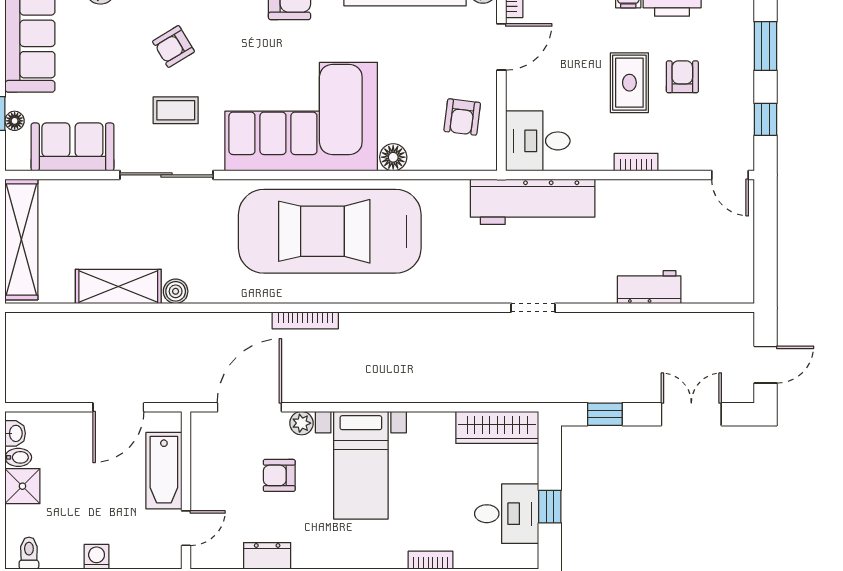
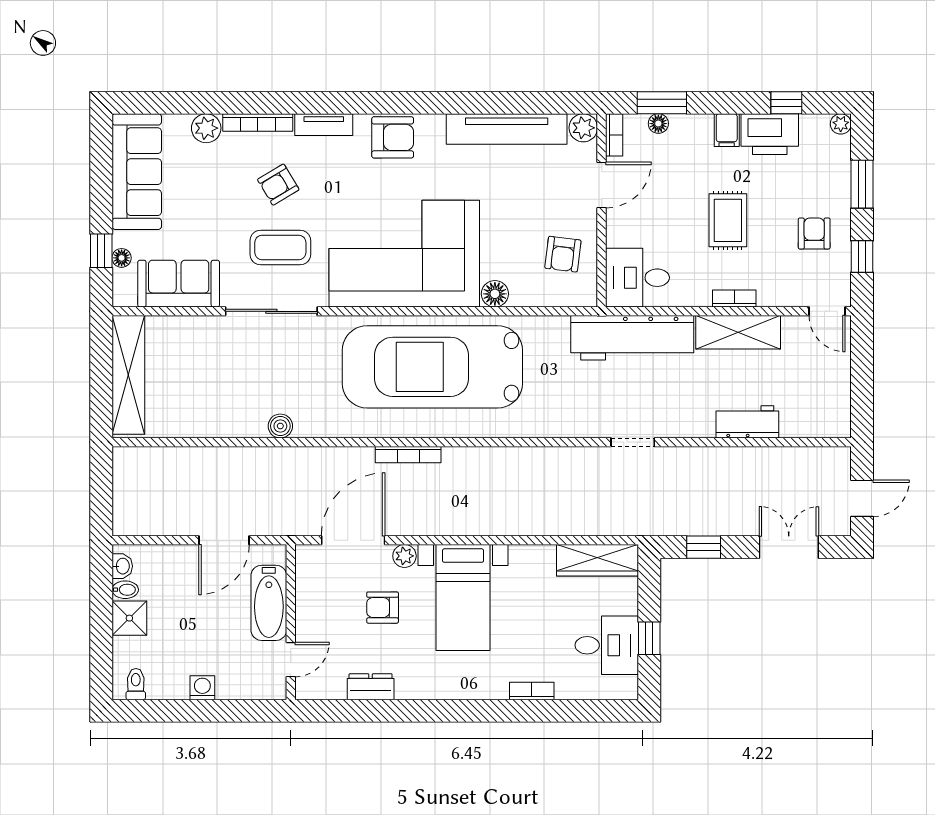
armchair: (682, 77) -> (814, 233), moved
coffee table: (176, 110) -> (280, 247), width x1.36, depth x1.30
shelving: (118, 286) -> (738, 332), moved

